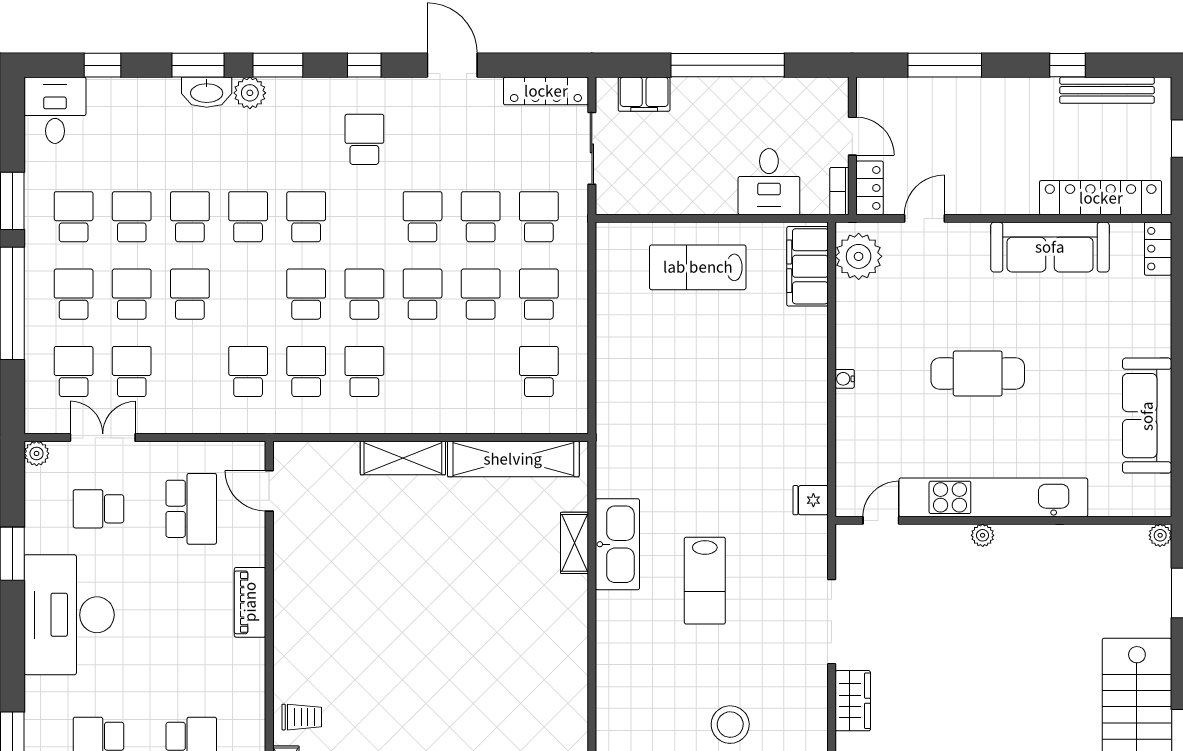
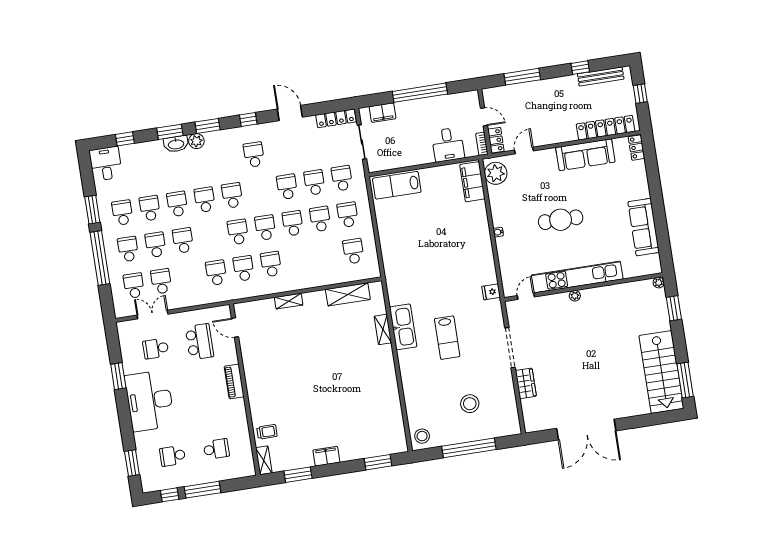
lab bench: (698, 267) -> (397, 185), moved
plant: (37, 453) -> (122, 327), removed
shelving: (403, 458) -> (289, 301), width x0.67, depth x0.75
shelving: (513, 459) -> (348, 294), width x0.68

